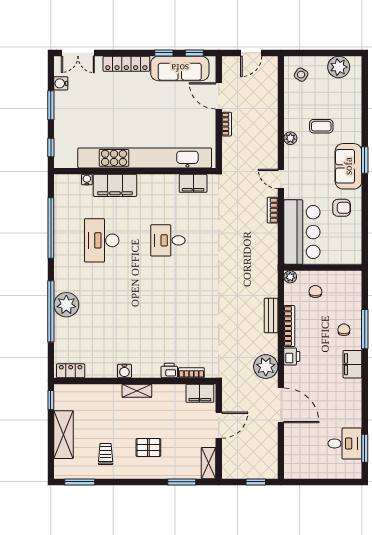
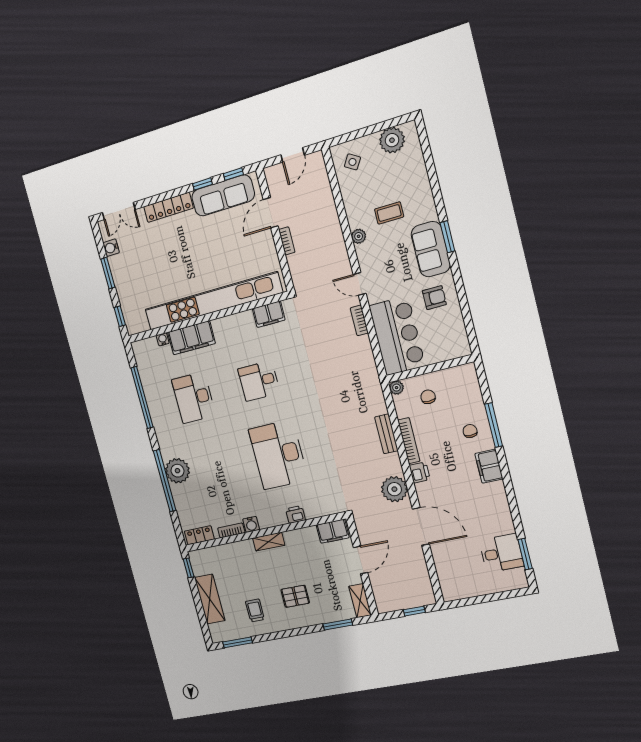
door: (219, 96) -> (271, 213), hinge flipped
desk: (168, 312) -> (278, 455), added
bookcase: (191, 373) -> (231, 530), moved

